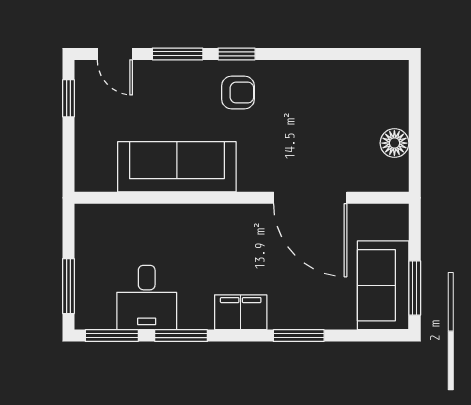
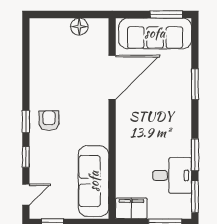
window: (178, 54) -> (26, 157), width x0.67
sofa: (177, 167) -> (94, 181), moved
sofa: (383, 285) -> (155, 33), width x1.36
filing cabinet: (241, 312) -> (131, 208), moved, turned 90

